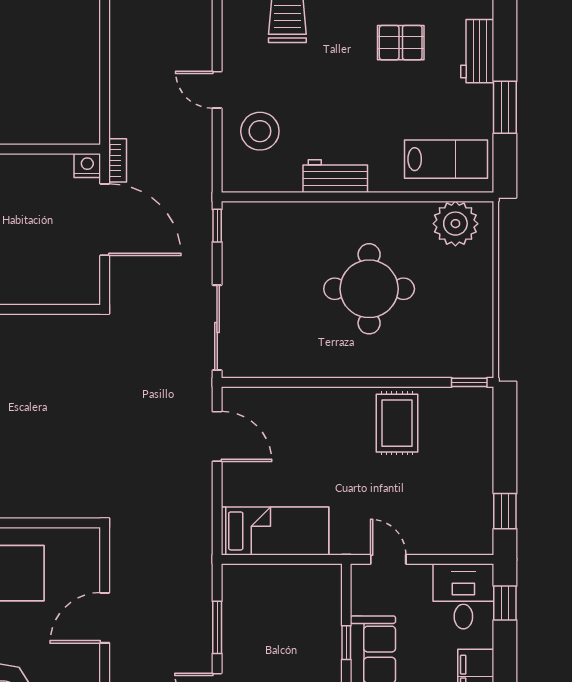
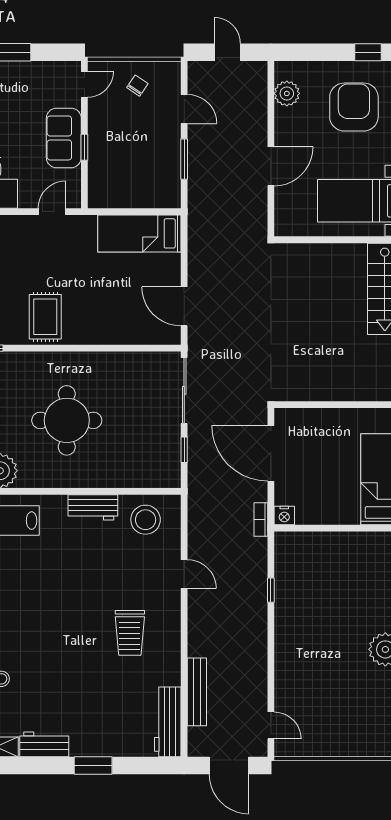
pallet: (401, 43) -> (42, 610), removed
window: (105, 69) -> (271, 590), added
stool: (260, 131) -> (146, 520), moved
door: (105, 220) -> (271, 453), moved
window: (217, 226) -> (184, 450), moved
door: (388, 559) -> (52, 212), swing flipped

